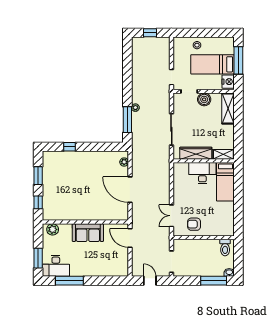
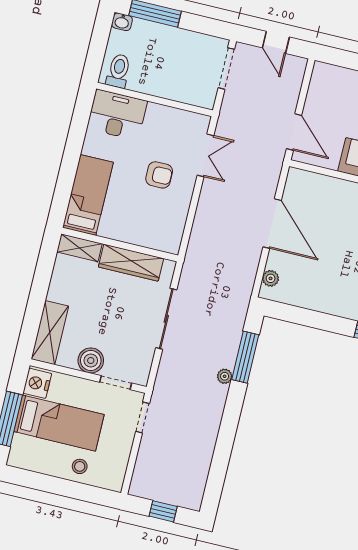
desk: (202, 173) -> (117, 115), moved, turned 180
armchair: (194, 224) -> (159, 175), moved

